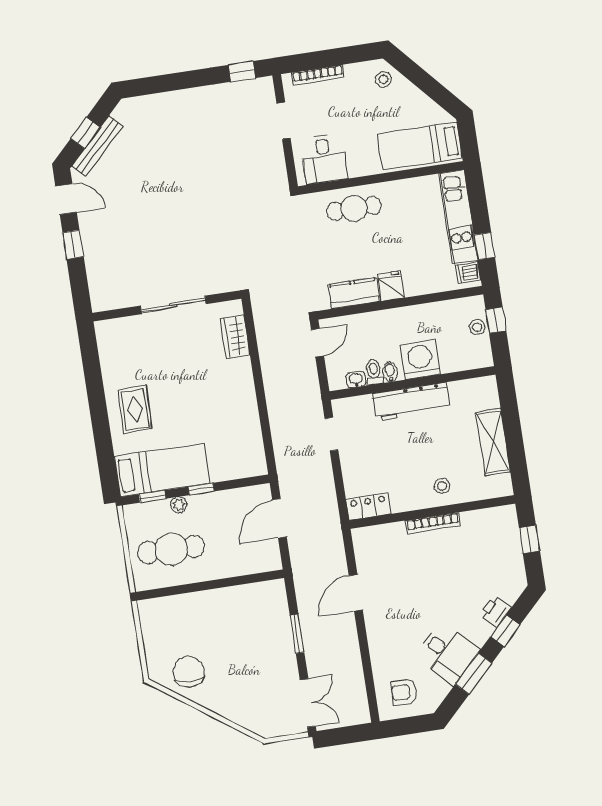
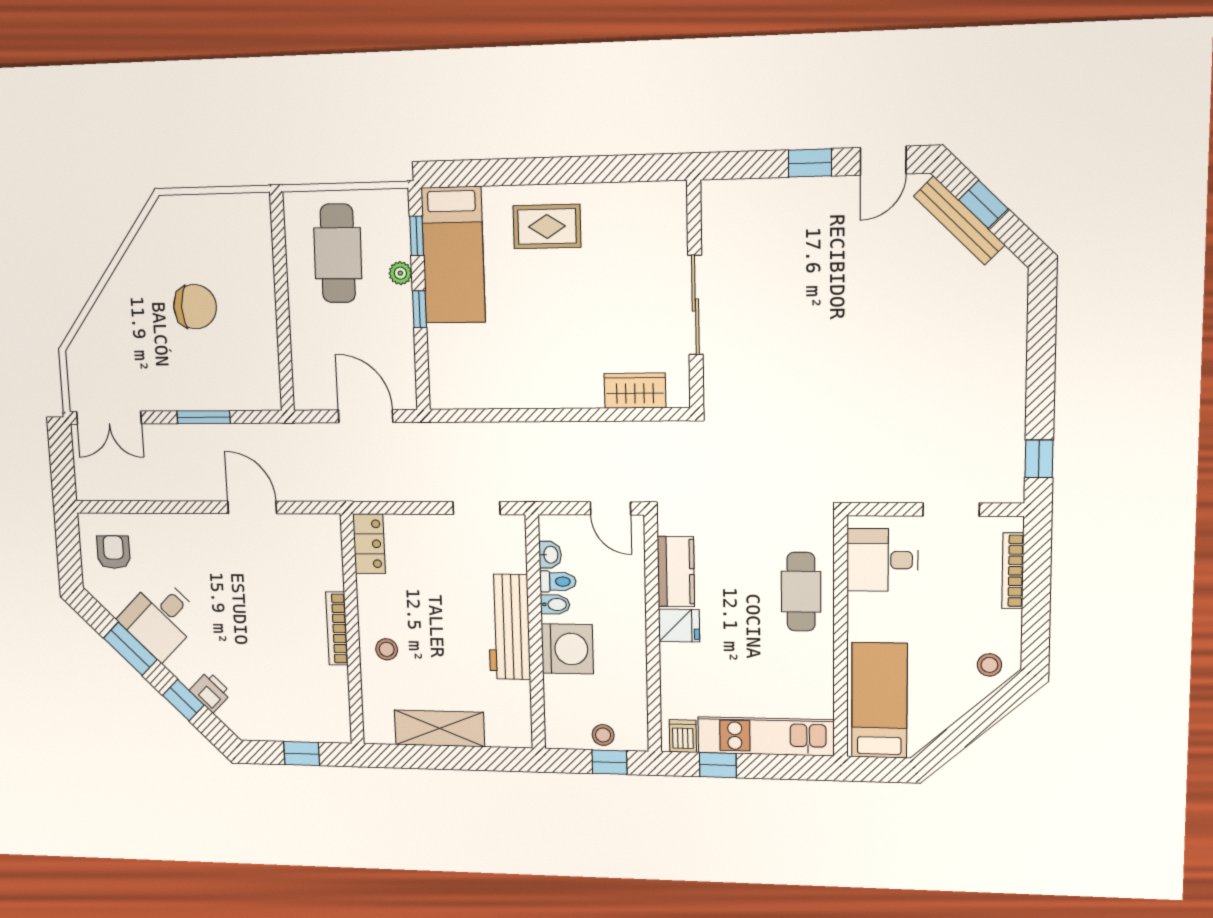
chair: (189, 672) -> (195, 307), moved

